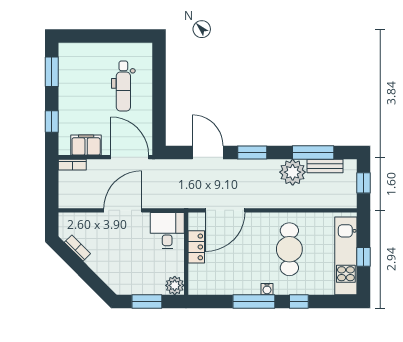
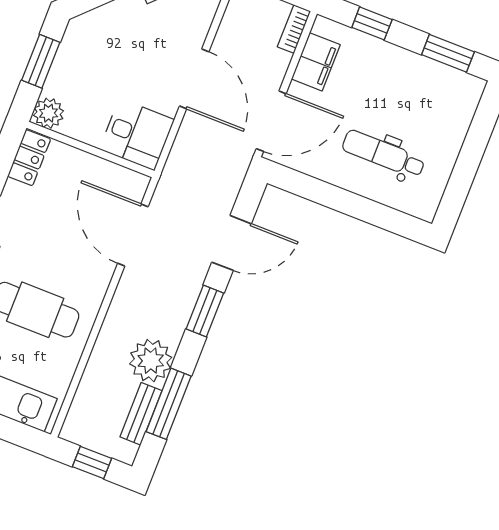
locker: (196, 247) -> (29, 158), moved, turned -90

